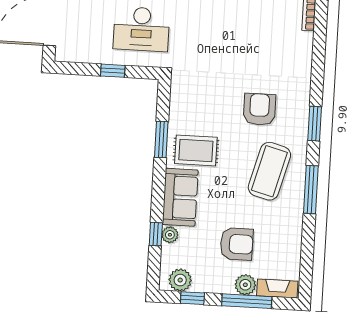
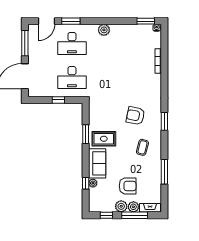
armchair: (259, 109) -> (135, 116), turned -79
coffee table: (269, 171) -> (142, 147), width x0.54, depth x0.58
window: (311, 190) -> (164, 172), moved
plant: (180, 280) -> (121, 206), moved

